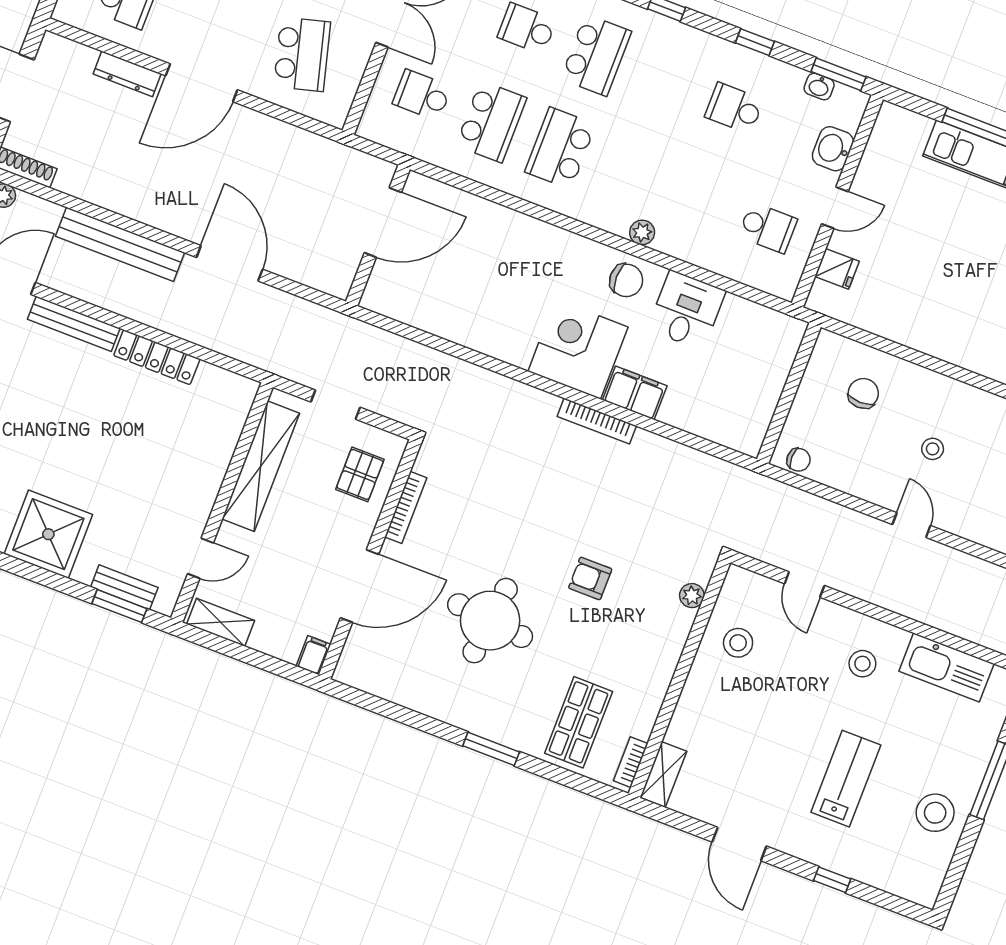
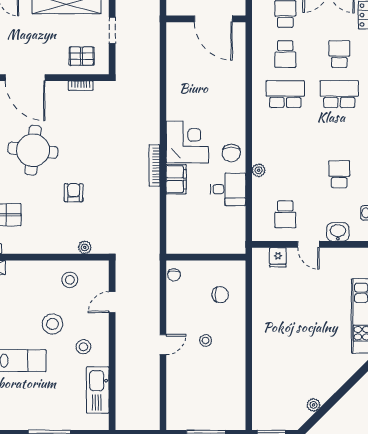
school desk: (596, 55) -> (339, 94), turned 180
school desk: (491, 122) -> (285, 54), width x0.54
plant: (642, 232) -> (259, 170), moved
bookcase: (406, 507) -> (81, 86), width x0.64
stool: (935, 813) -> (52, 324), moved

